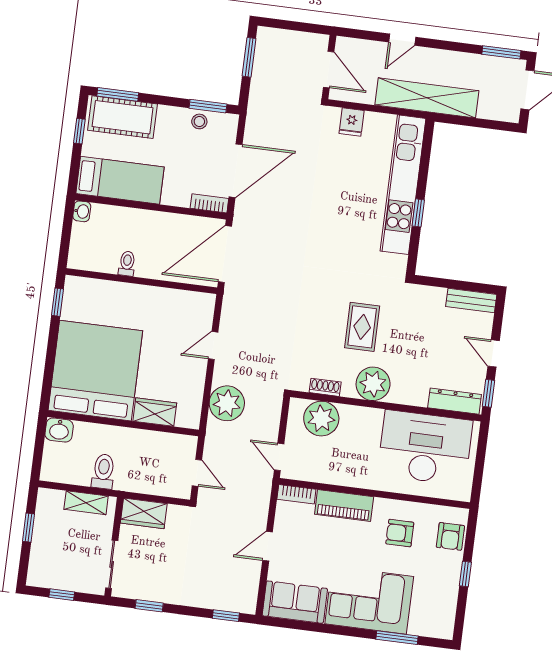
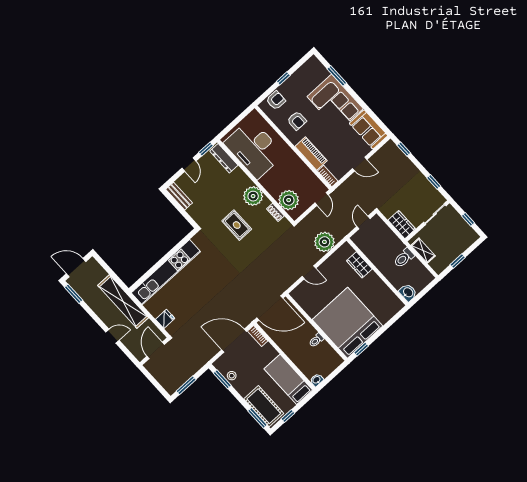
window: (418, 213) -> (170, 254), removed
rug: (362, 327) -> (237, 225), turned 90
bed: (95, 371) -> (348, 323), moved, turned 90

